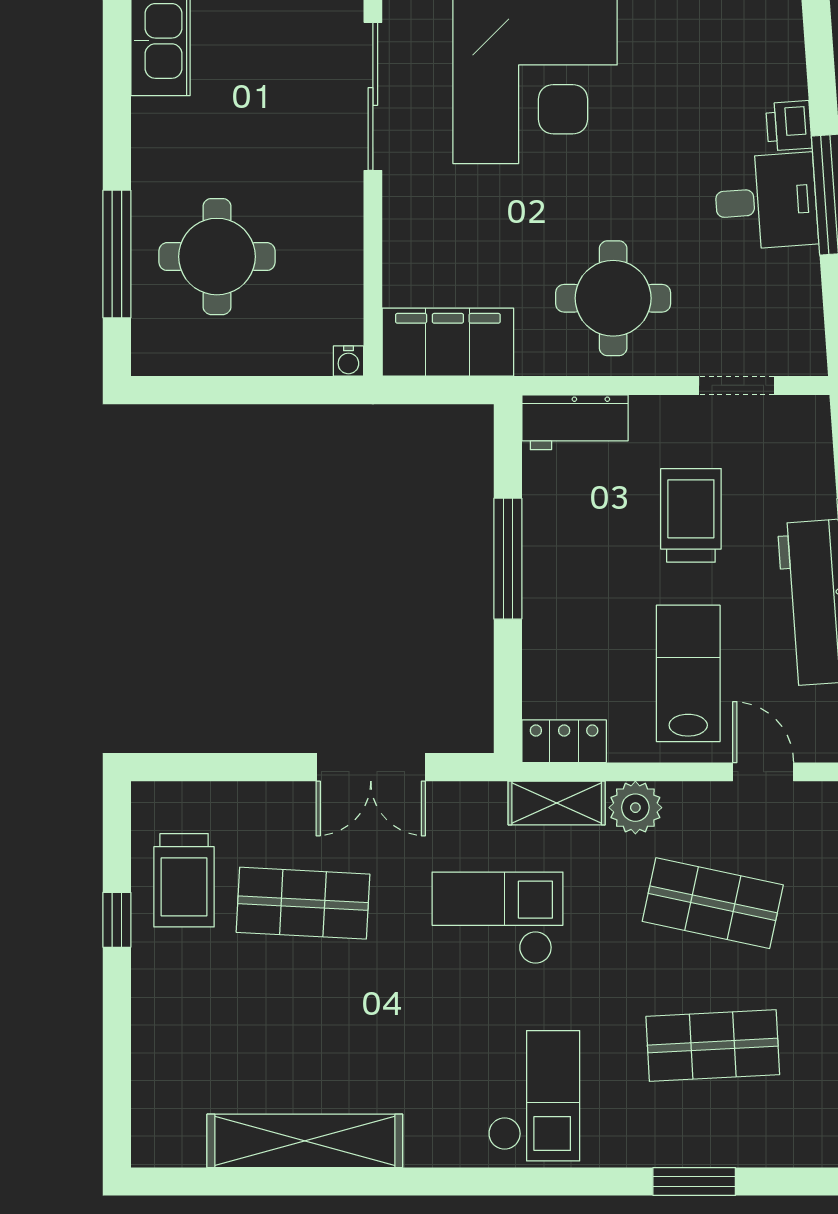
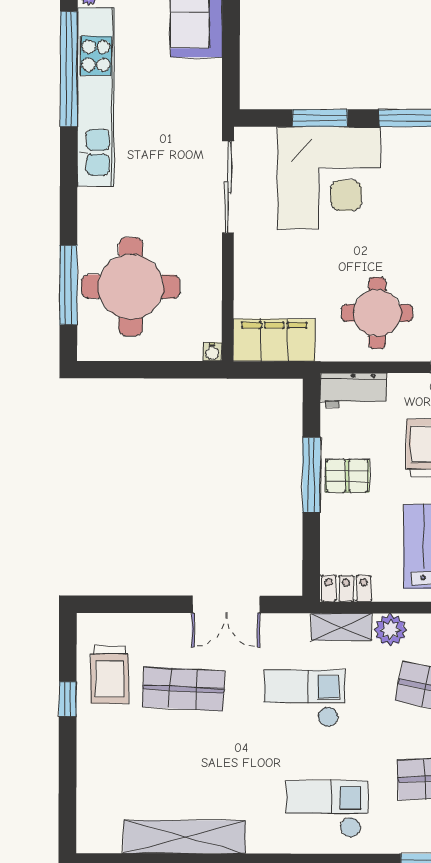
round table: (217, 257) -> (131, 287), width x1.36, depth x1.36
pallet: (566, 560) -> (347, 476), added
checkout: (534, 1096) -> (327, 809), turned -90

